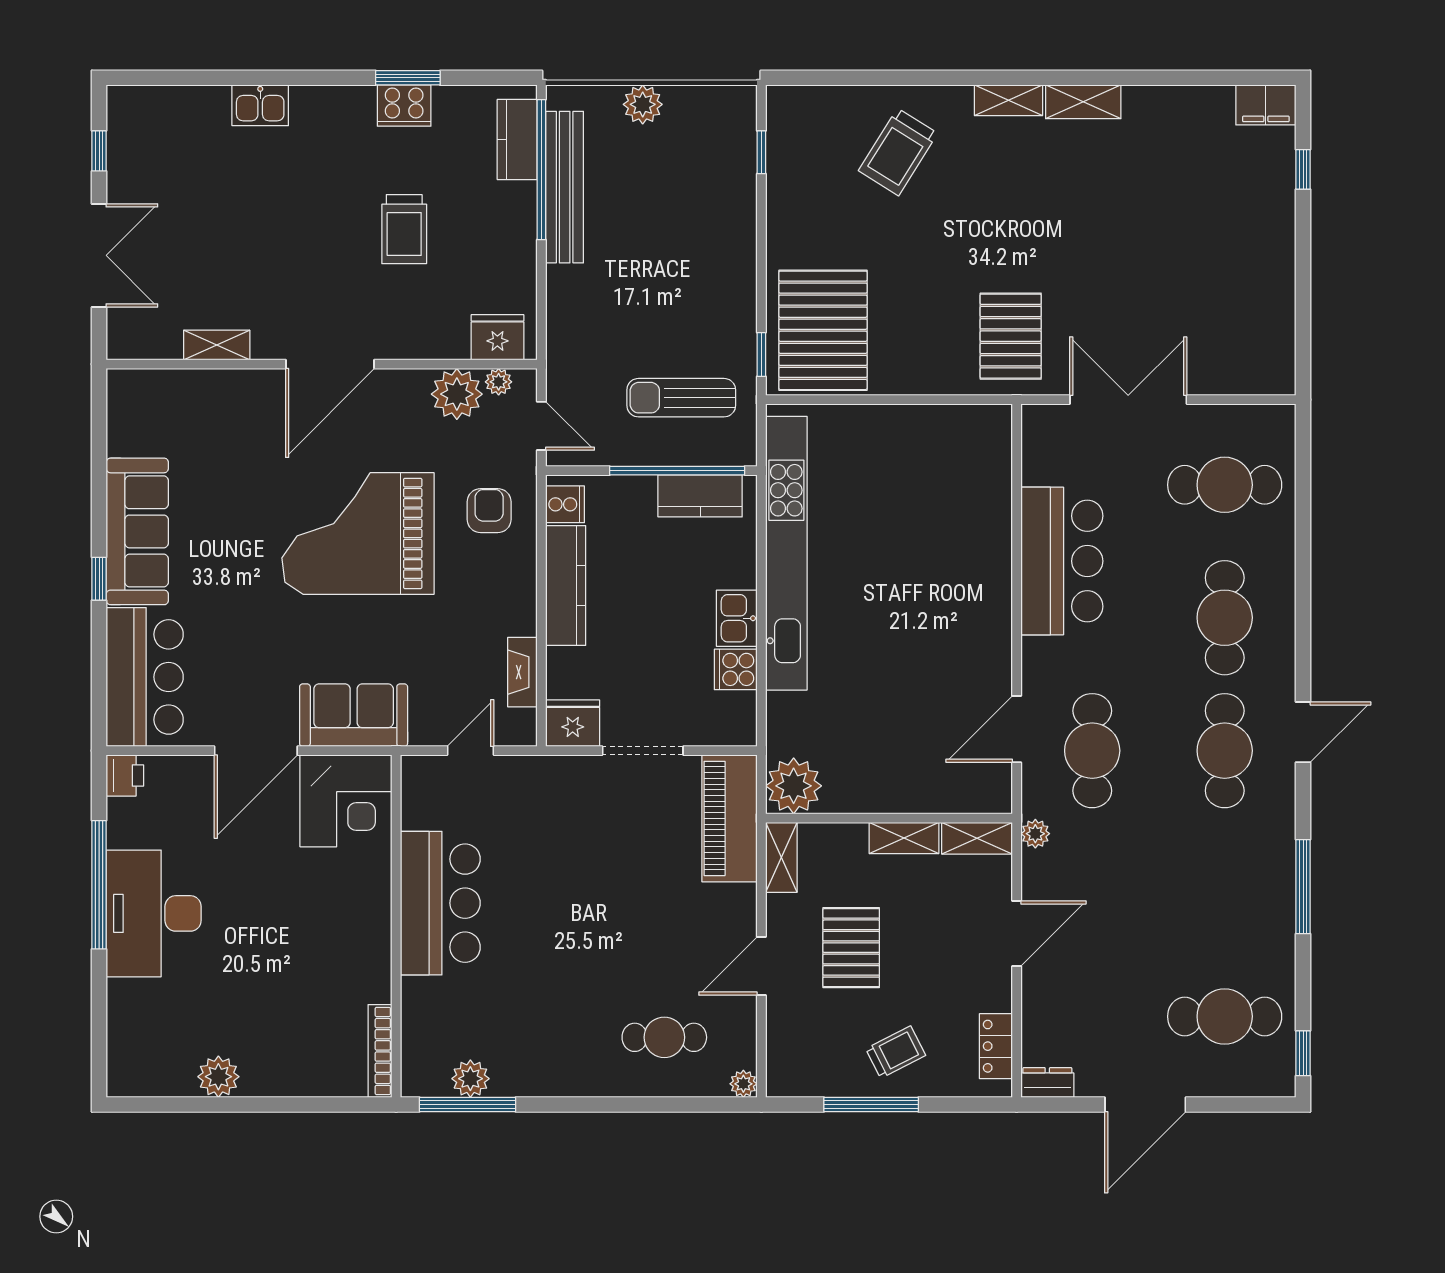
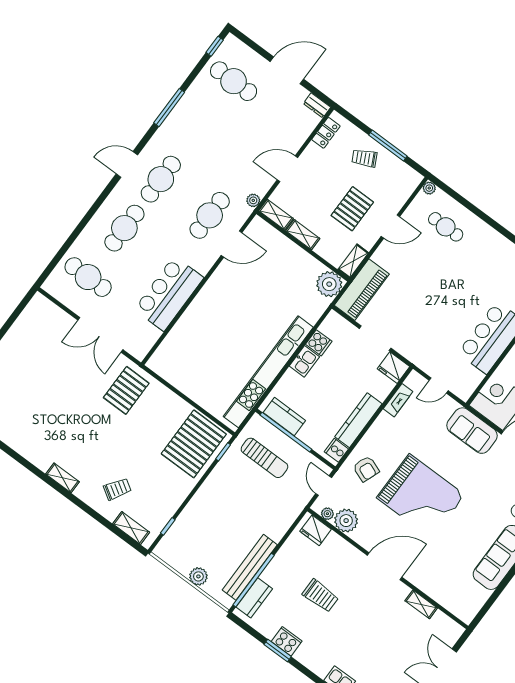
shelving: (1083, 102) -> (131, 528), moved
trolley: (898, 152) -> (117, 489), width x0.73, depth x0.72
trolley: (404, 229) -> (320, 596), turned 90
armchair: (489, 511) -> (366, 469), turned -69

